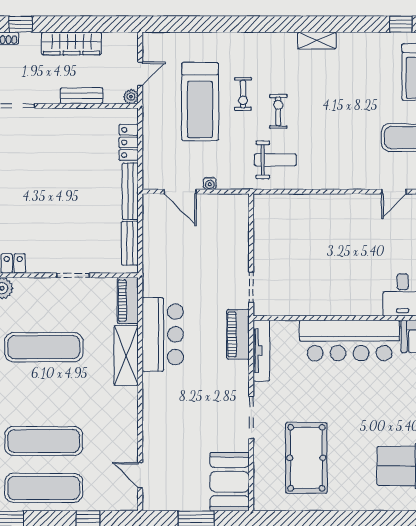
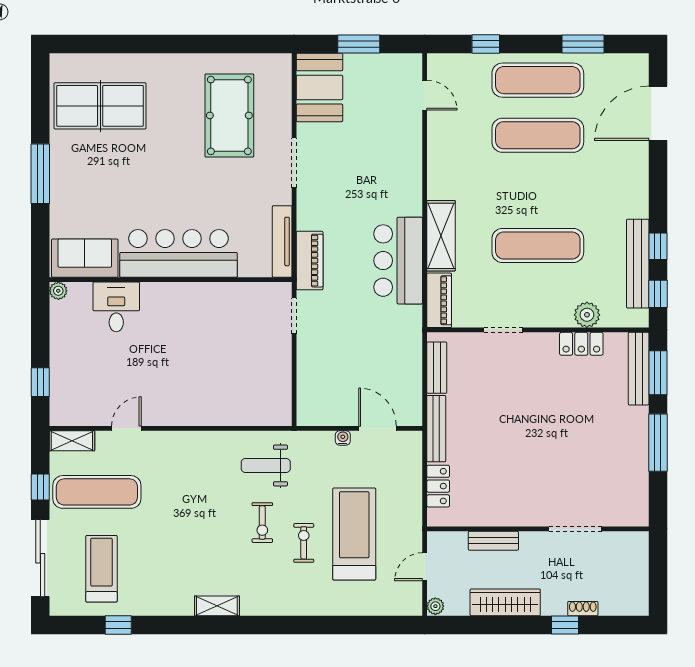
plant: (131, 97) -> (435, 606), moved

